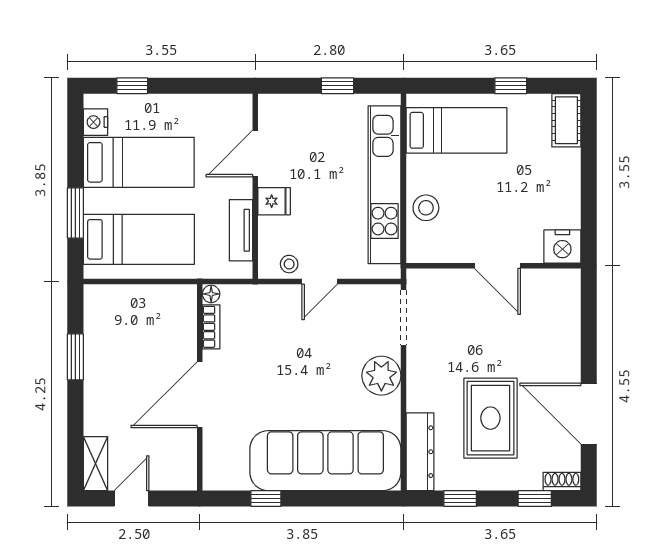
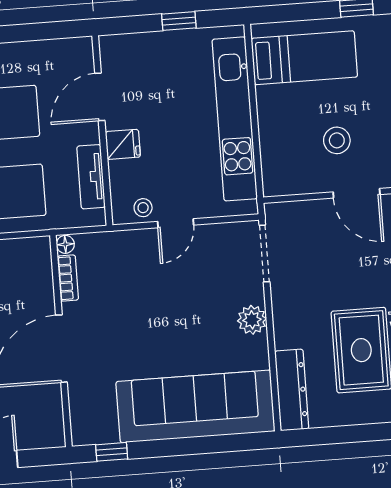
stool: (426, 208) -> (337, 140), moved
plant: (381, 376) -> (252, 320), width x0.73, depth x0.73
window: (266, 499) -> (112, 452), moved
window: (460, 499) -> (336, 435), removed

